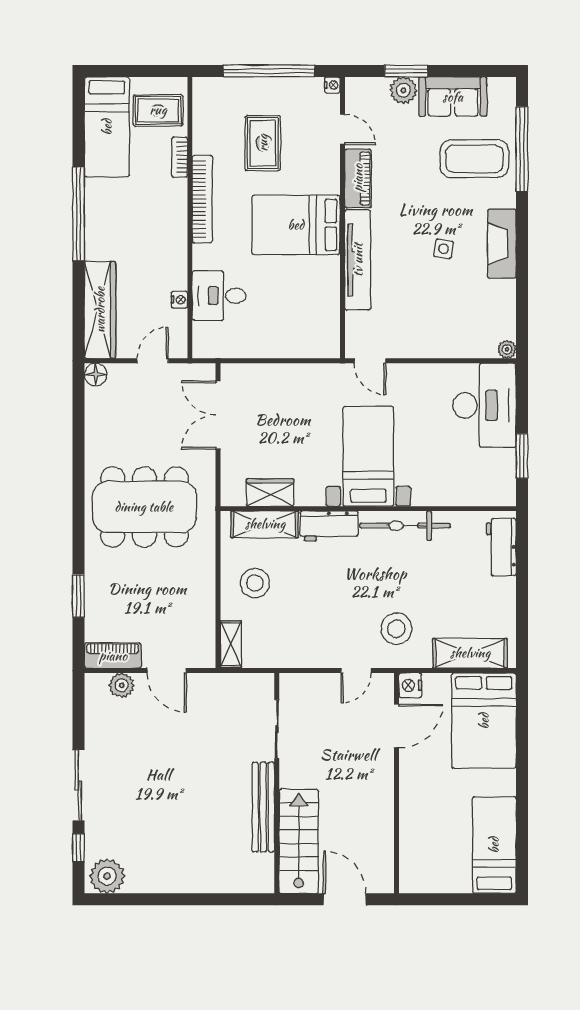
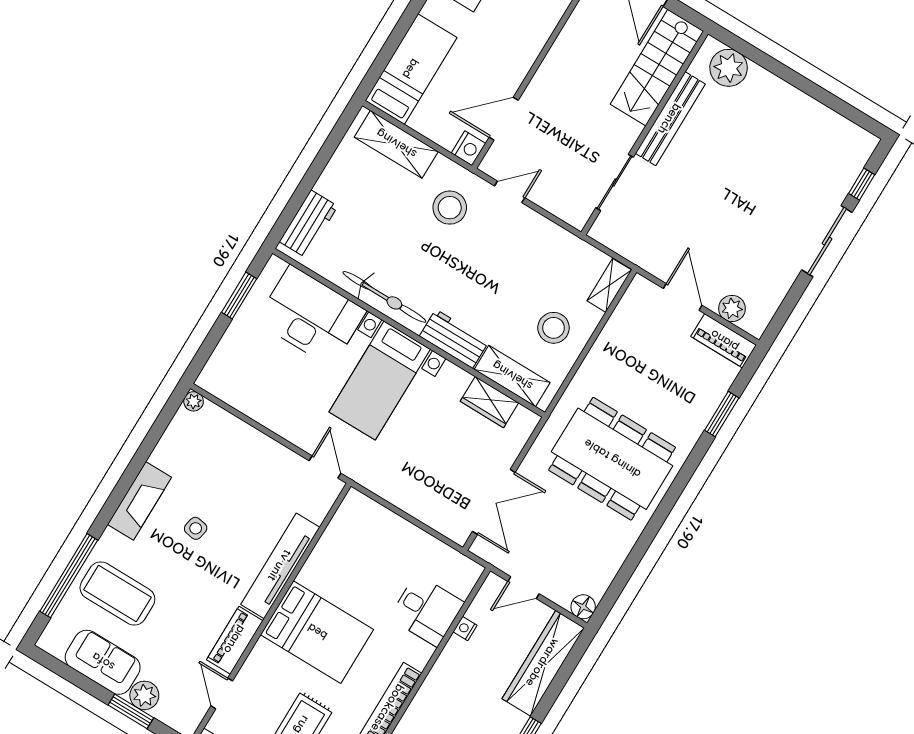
desk: (485, 405) -> (311, 316), moved, turned 90
bed: (484, 721) -> (411, 69), width x0.67
plant: (107, 876) -> (729, 68), moved

